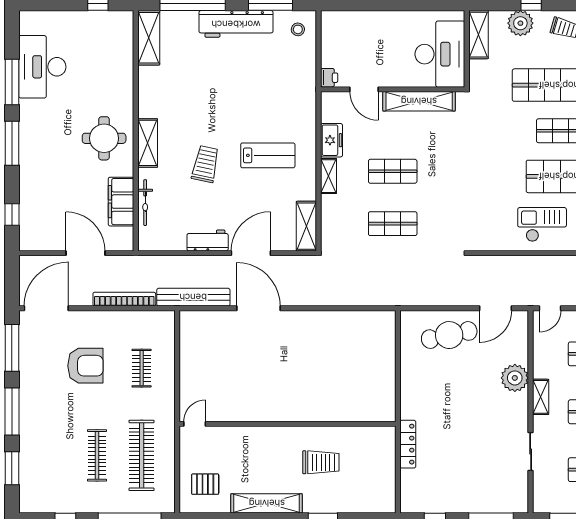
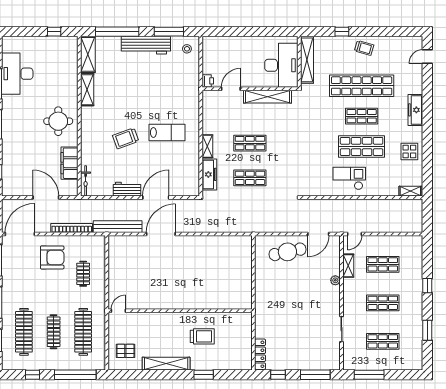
plant: (520, 23) -> (335, 45), removed
shelving: (479, 35) -> (307, 60), width x1.47
door: (364, 89) -> (231, 89), swing flipped
freezer: (332, 140) -> (209, 174), moved, width x1.40
shelving: (148, 143) -> (87, 90), moved
trolley: (205, 164) -> (126, 138), turned -122
bicycle: (145, 203) -> (86, 181), moved
shelving: (306, 226) -> (193, 179), removed
door: (258, 308) -> (161, 234), hinge flipped
armchair: (85, 366) -> (52, 257), moved
plant: (515, 378) -> (335, 280), width x0.53, depth x0.53
shelving: (541, 397) -> (348, 266), moved
locker: (408, 444) -> (260, 354), moved
clothes rail: (52, 455) -> (24, 332), added

